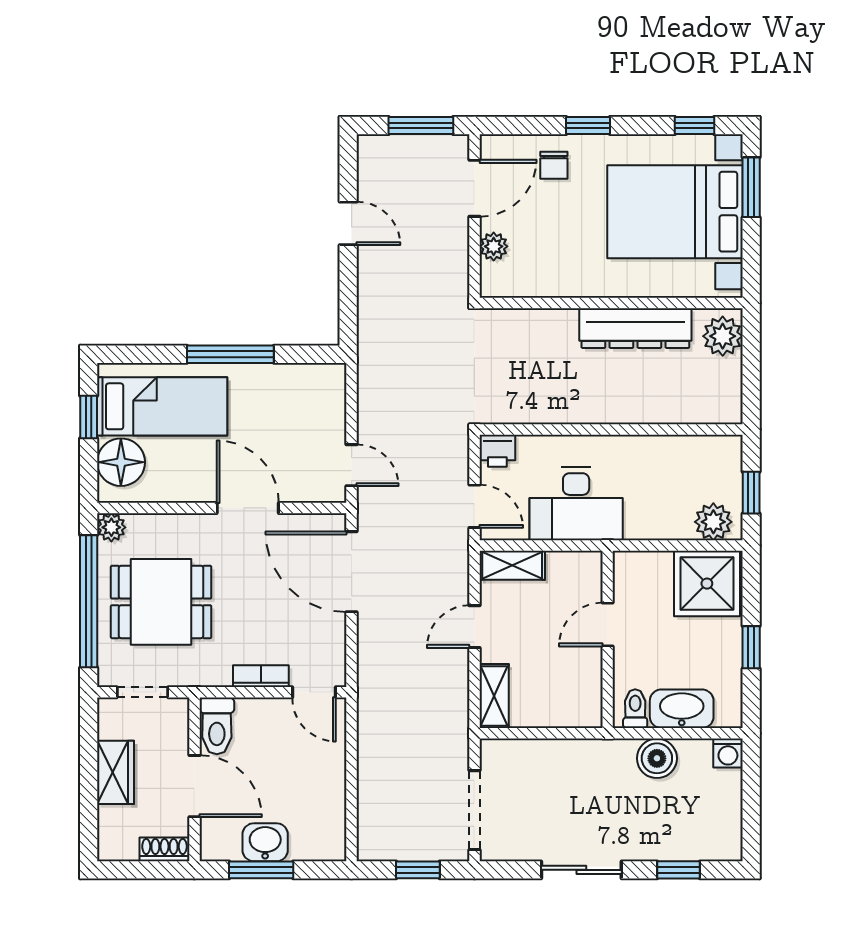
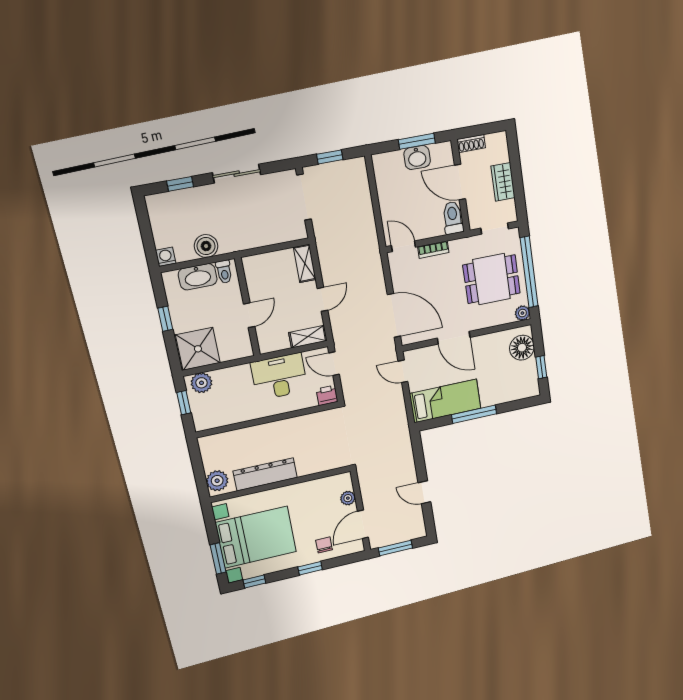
bed: (162, 406) -> (445, 401), moved, turned 180

